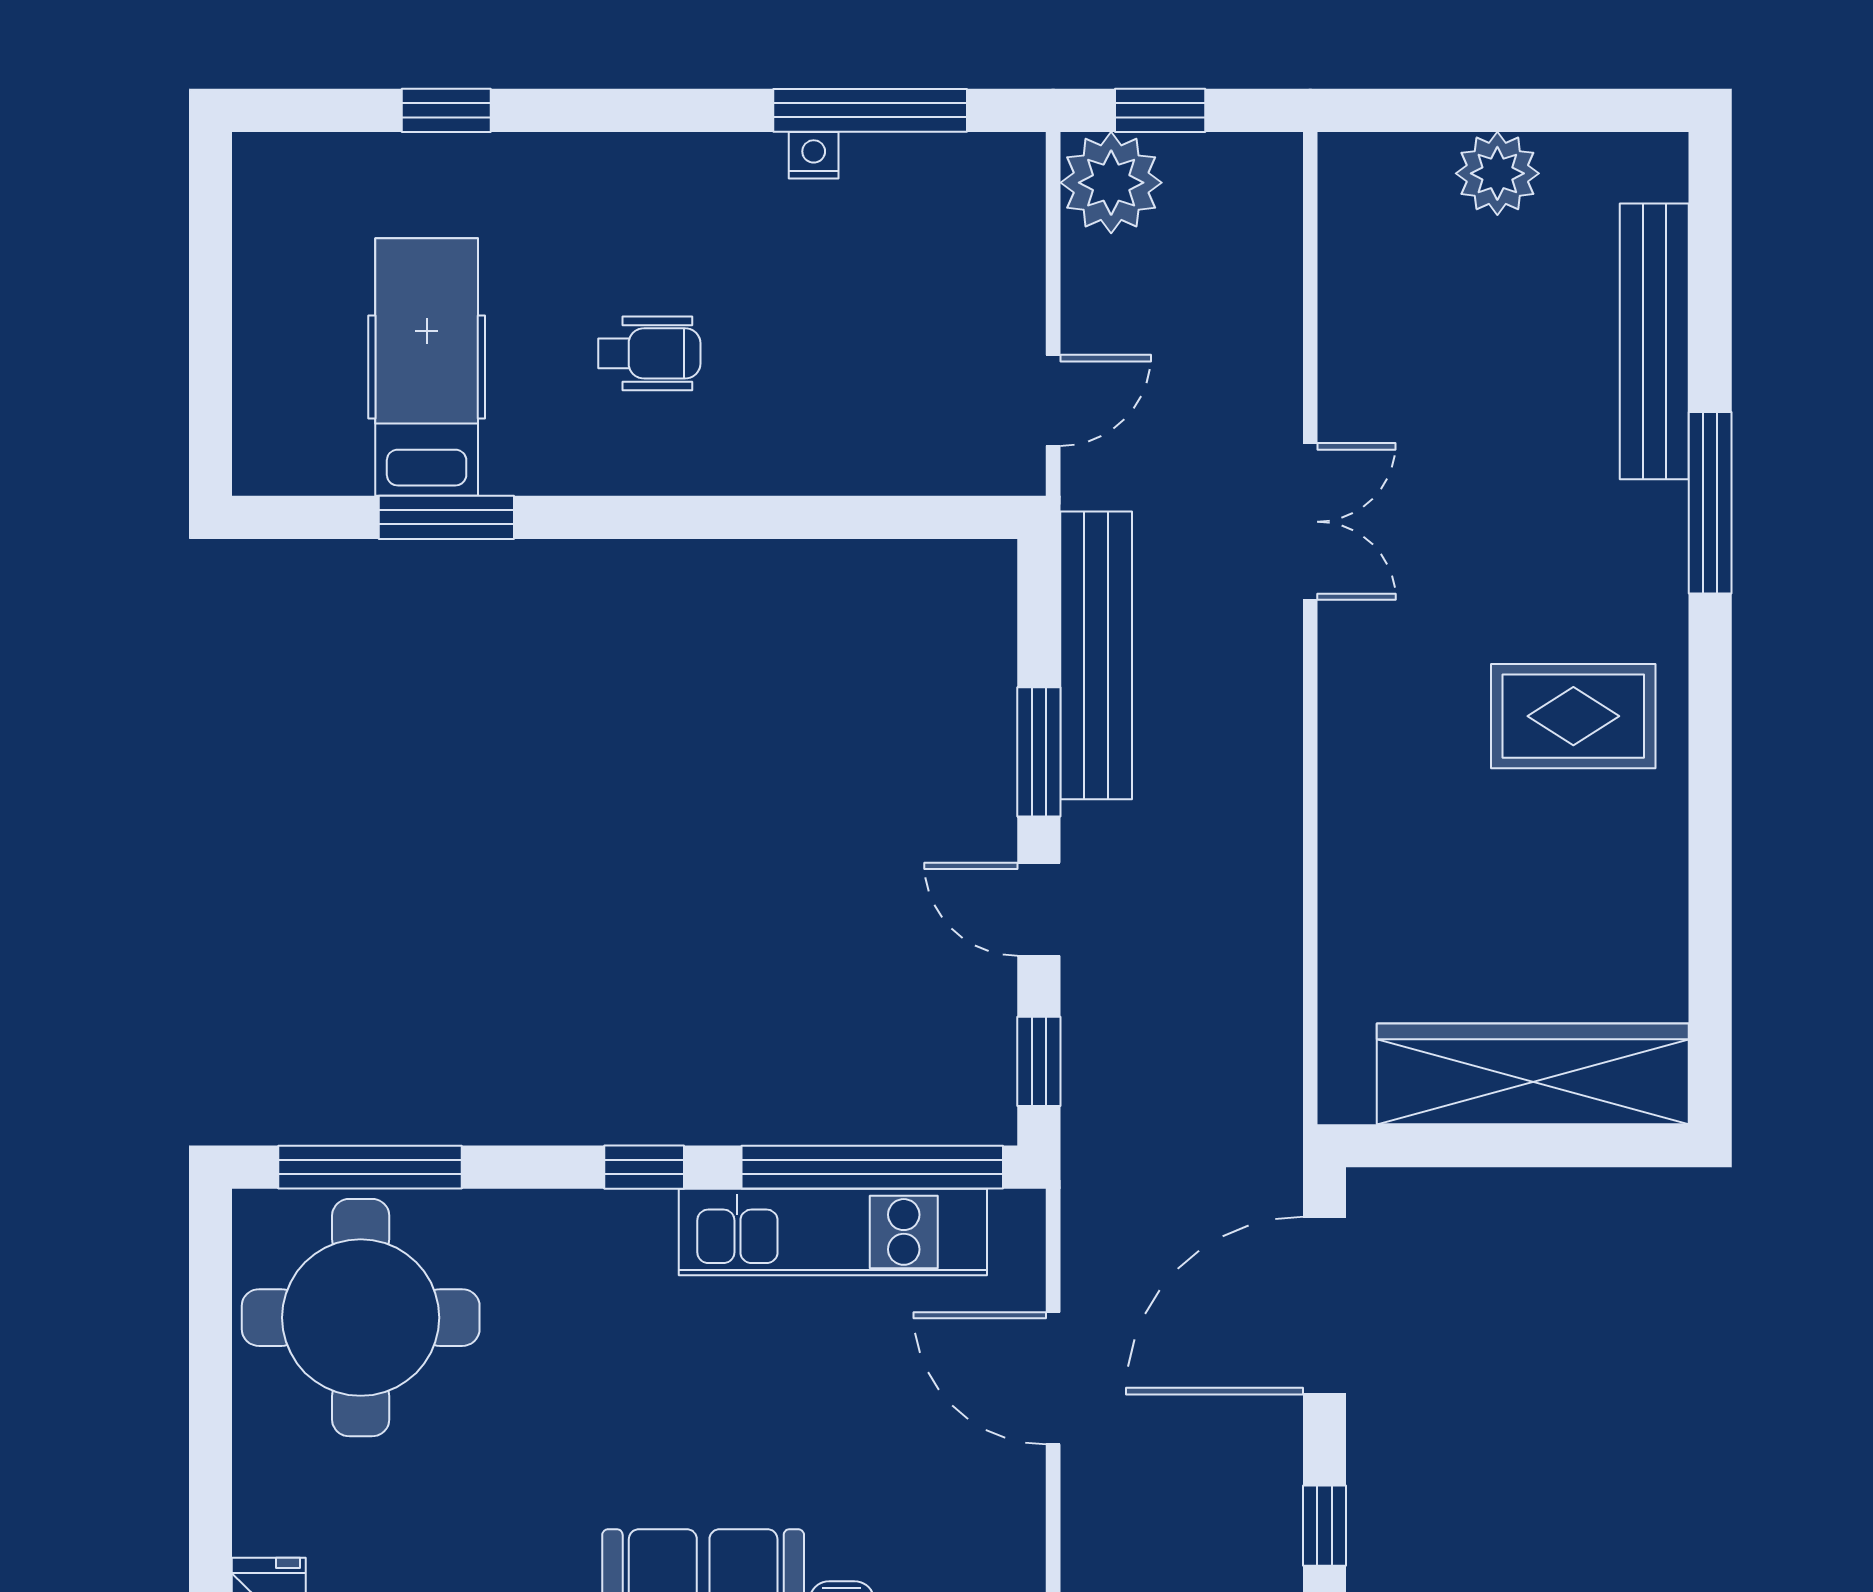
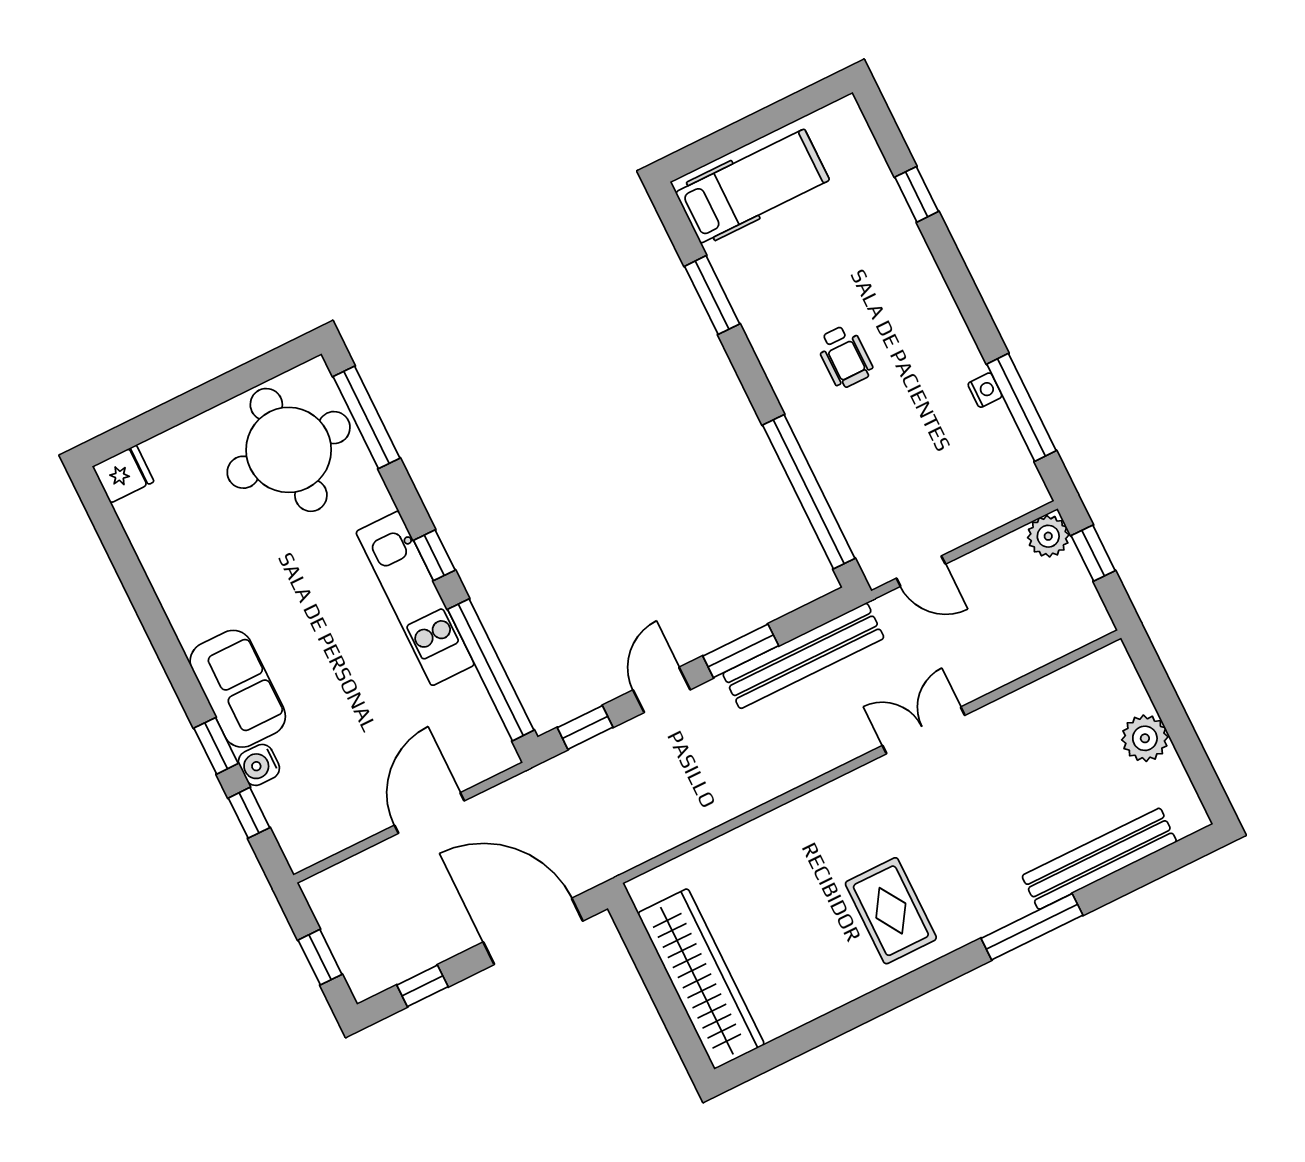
plant: (1111, 183) -> (1048, 536), width x0.73, depth x0.73
hospital bed: (427, 367) -> (752, 186), moved
window: (838, 517) -> (809, 492), added
double door: (1310, 522) -> (924, 730), swing flipped
kitchen unit: (833, 1232) -> (415, 598), moved

